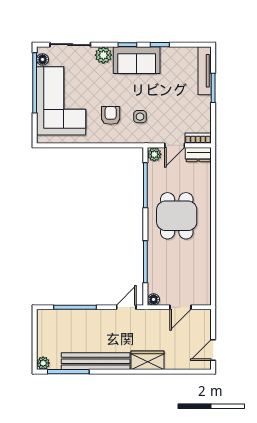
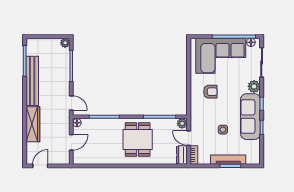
sofa: (137, 60) -> (250, 117), width x1.36
tv unit: (205, 71) -> (228, 160), moved
side table: (140, 117) -> (223, 130), moved
dining table: (177, 216) -> (138, 140), turned 90
door: (181, 307) -> (71, 142), swing flipped
door: (213, 350) -> (40, 166), hinge flipped
wardrobe: (148, 360) -> (33, 124), width x1.50
plant: (43, 363) -> (65, 43), moved

